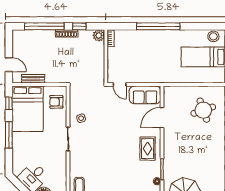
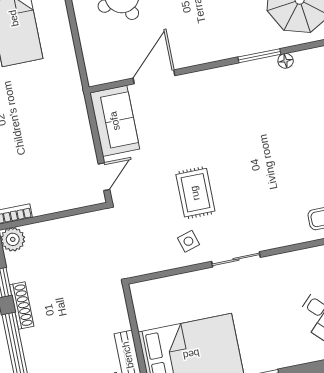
armchair: (56, 102) -> (165, 298), removed
door: (162, 118) -> (154, 77), swing flipped
rug: (148, 149) -> (195, 193), moved, turned 90

